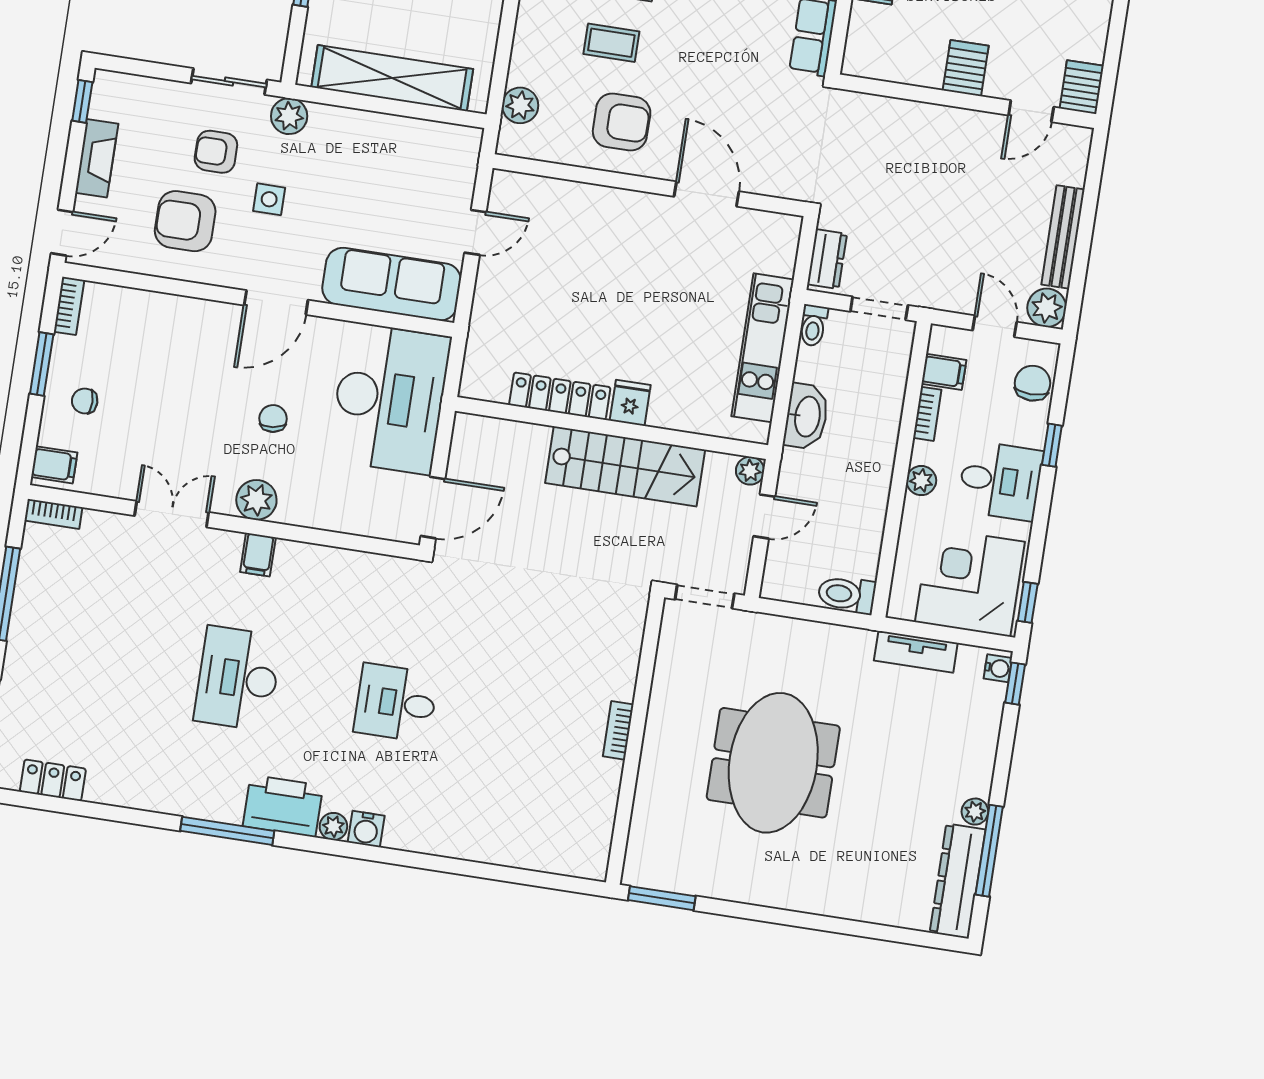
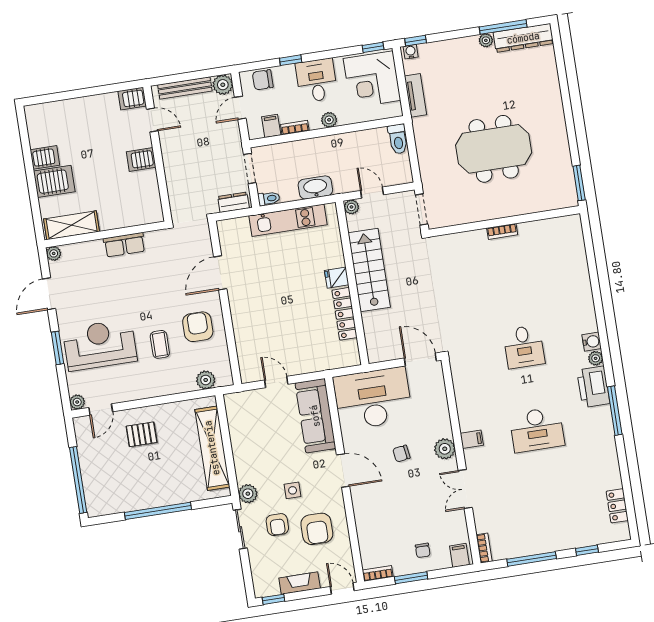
server rack: (966, 68) -> (141, 159), moved
server rack: (1082, 87) -> (132, 99), moved
wall: (967, 101) -> (157, 154), moved
door: (1031, 111) -> (152, 120), moved

